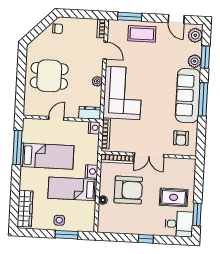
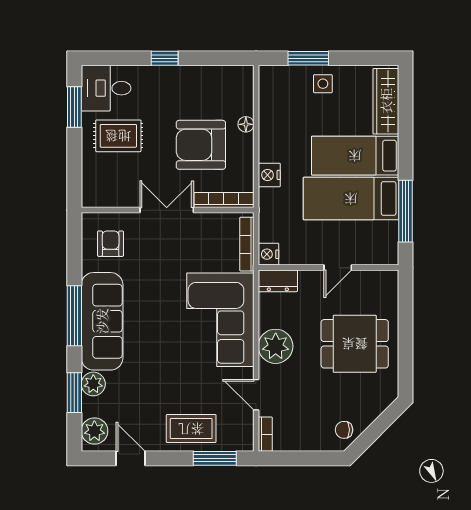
plant: (97, 81) -> (276, 346), width x1.87, depth x1.87
bed: (73, 189) -> (355, 156), moved, turned 180

